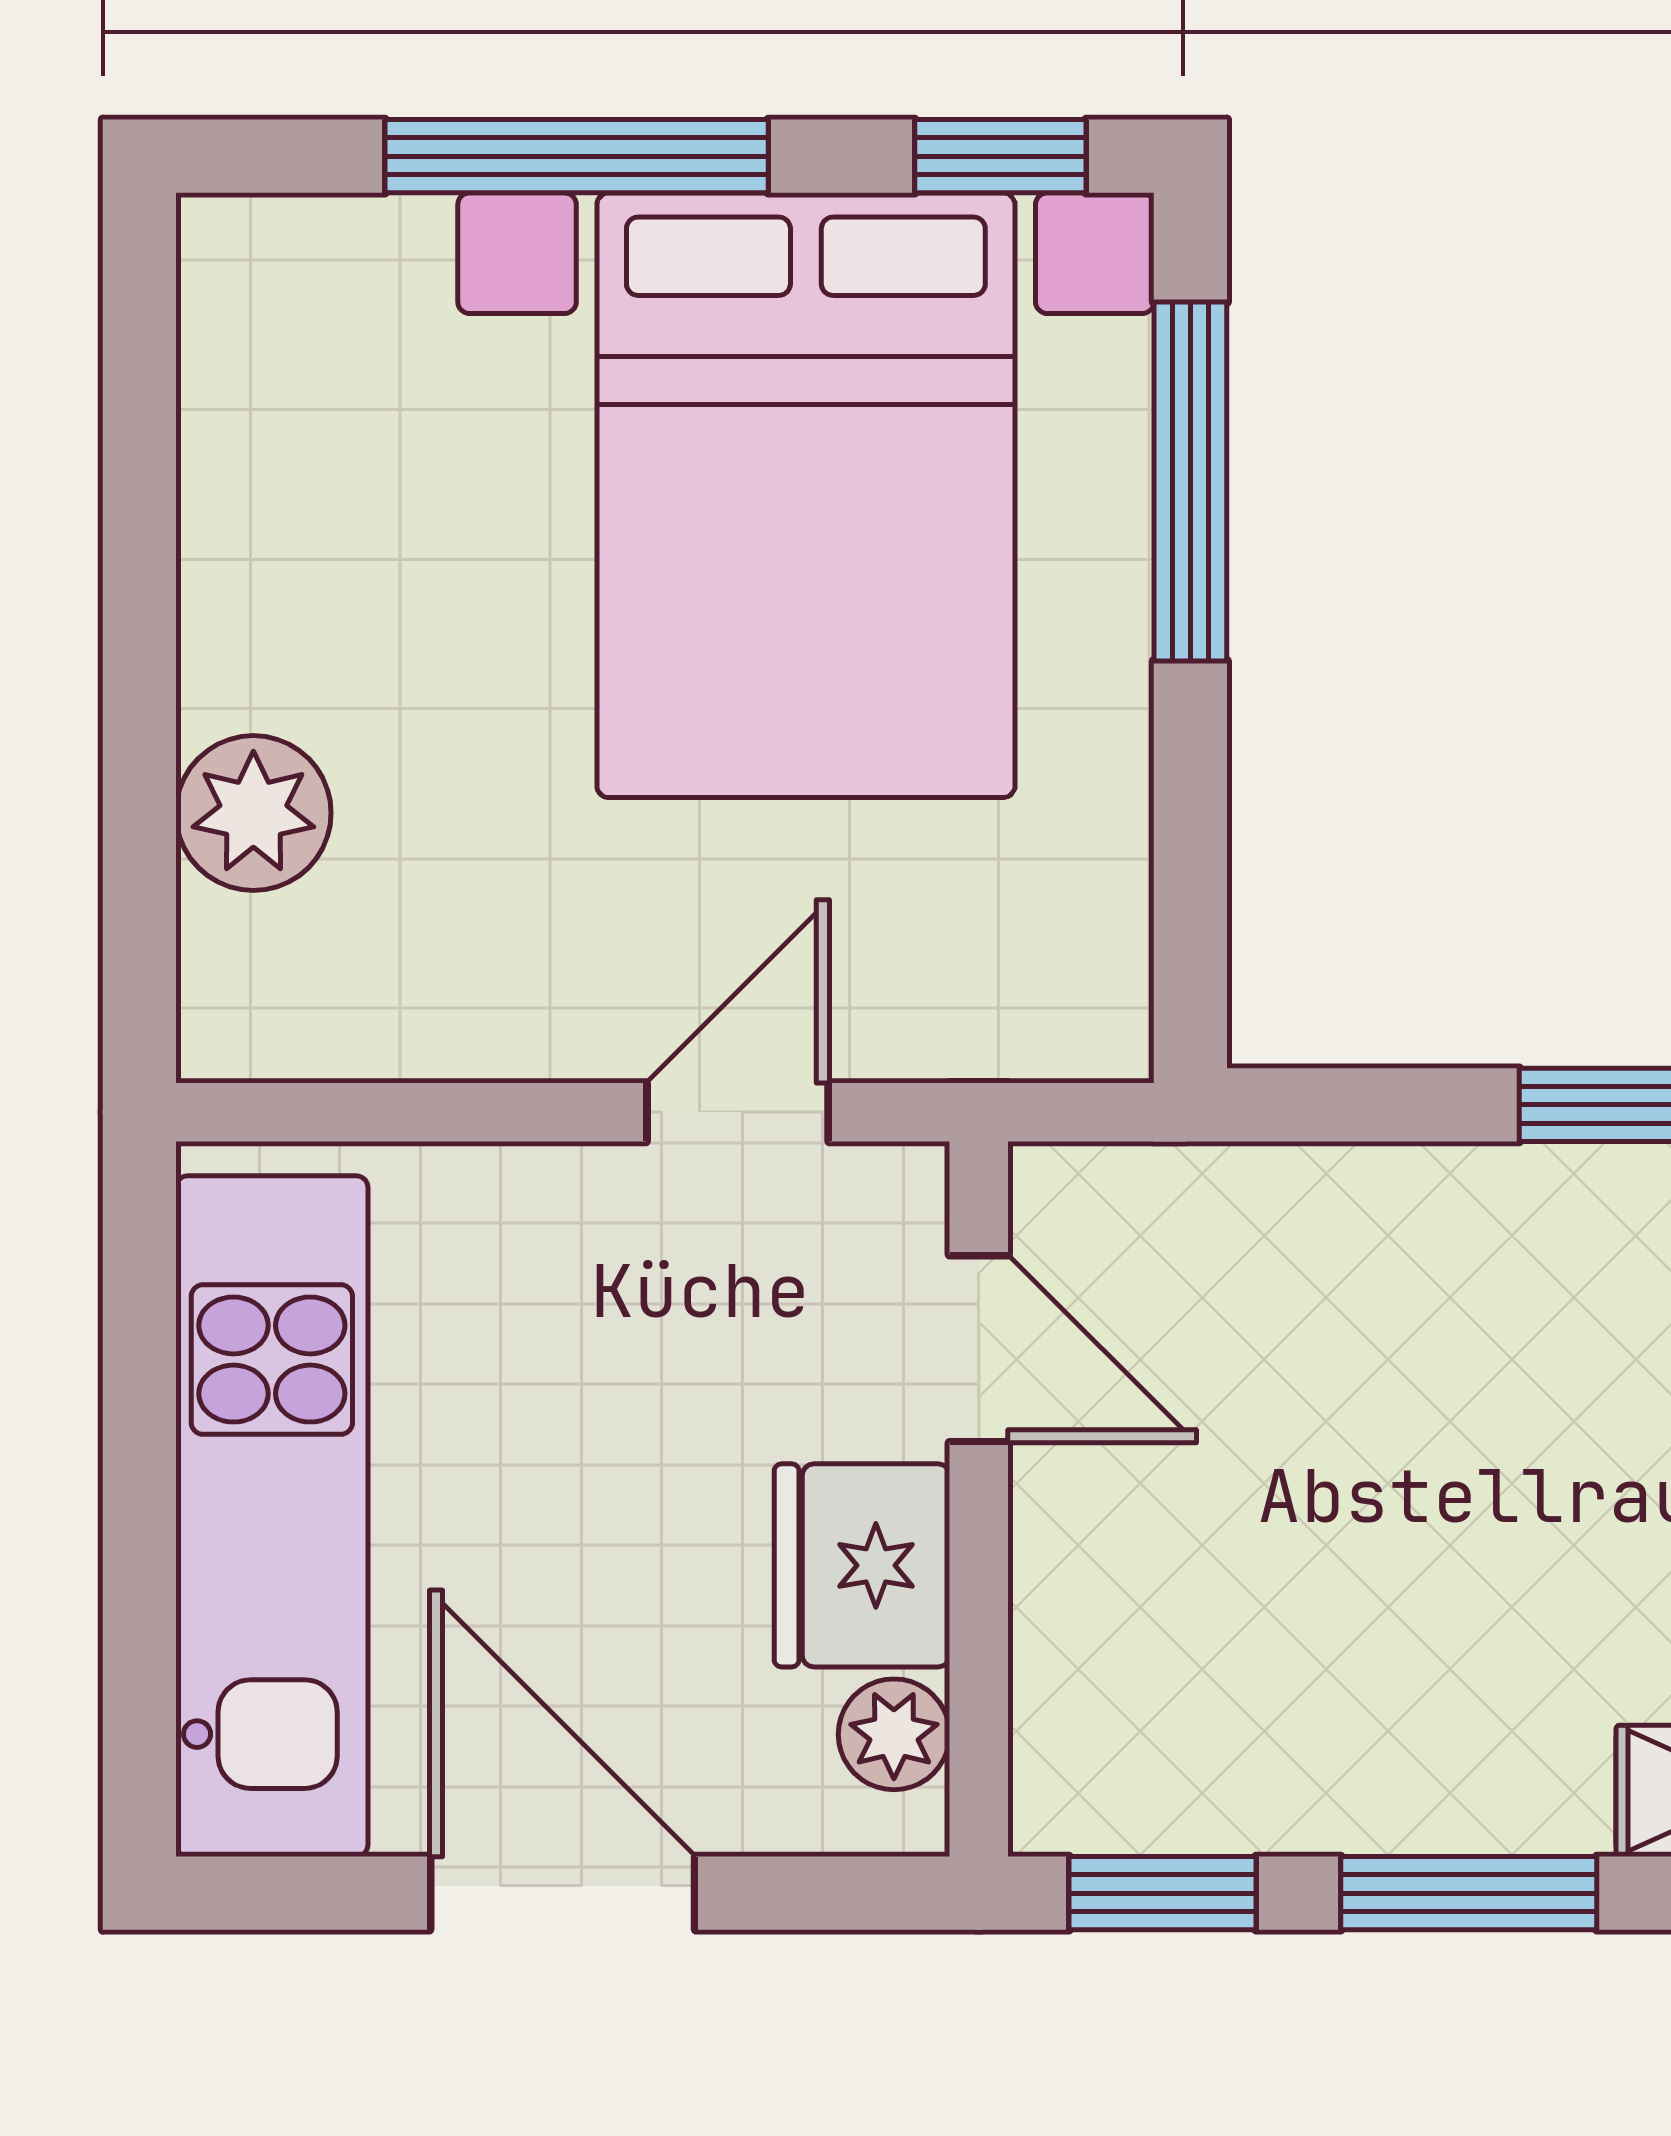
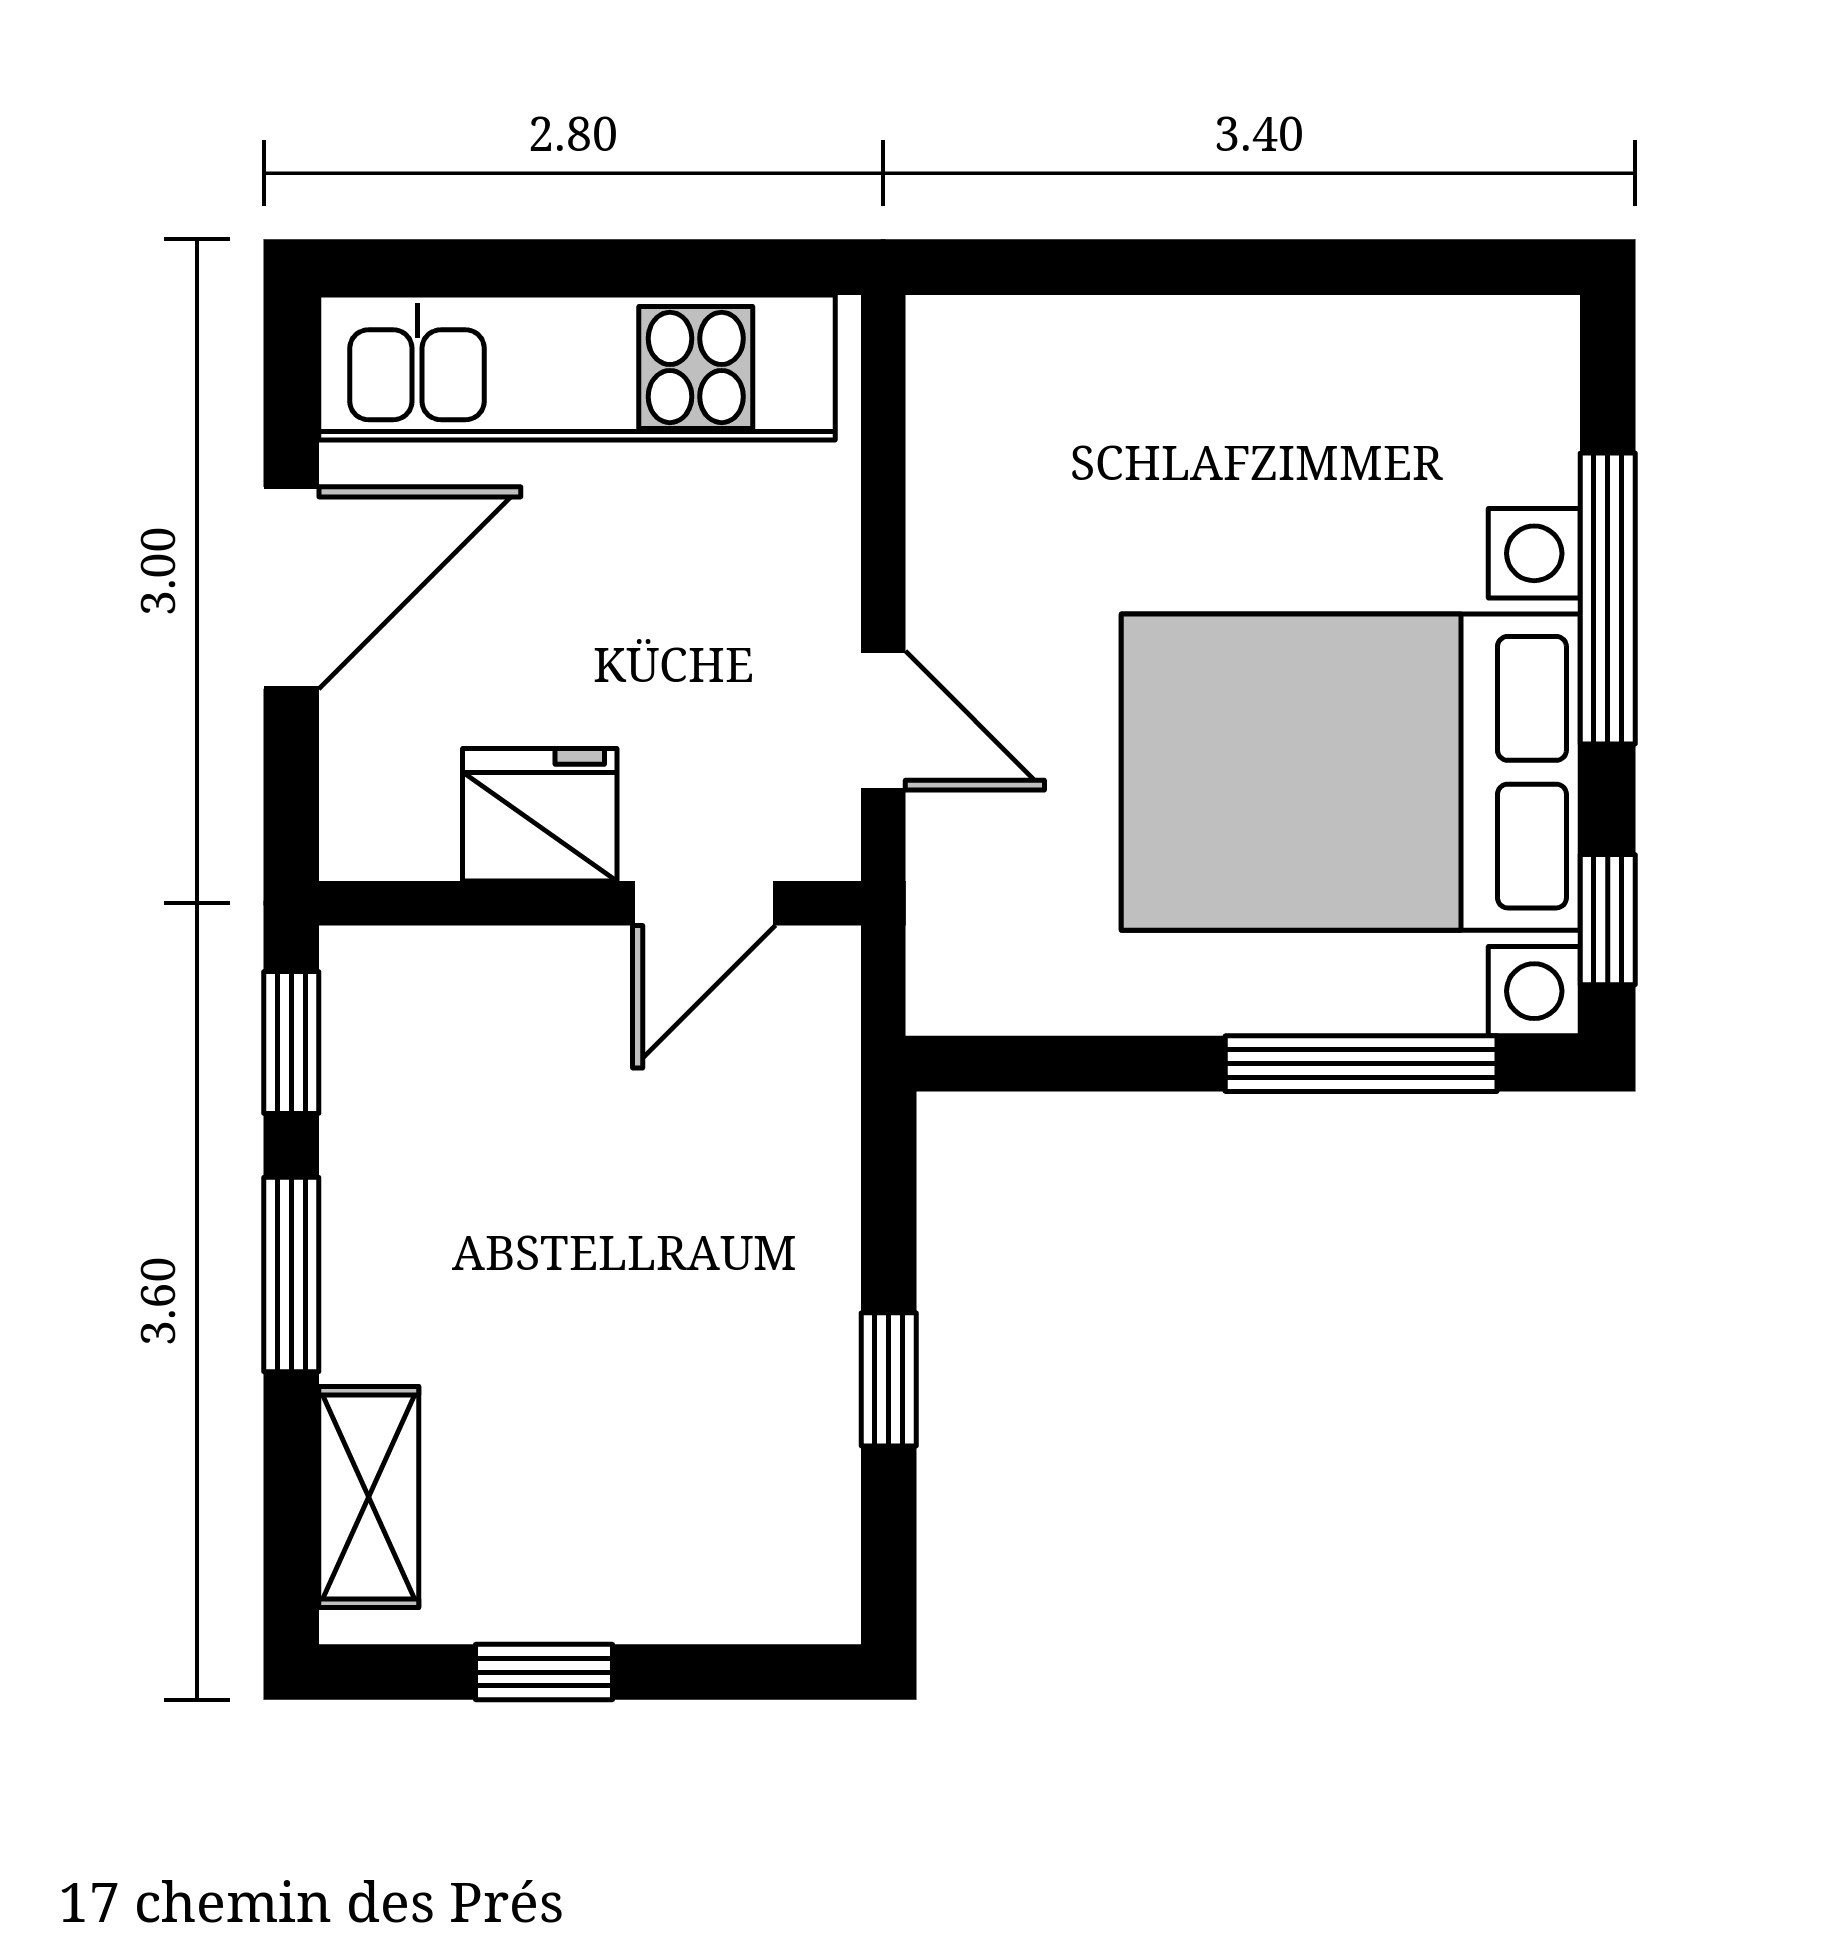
plant: (253, 813) -> (1110, 354), removed
plant: (894, 1734) -> (412, 839), removed

